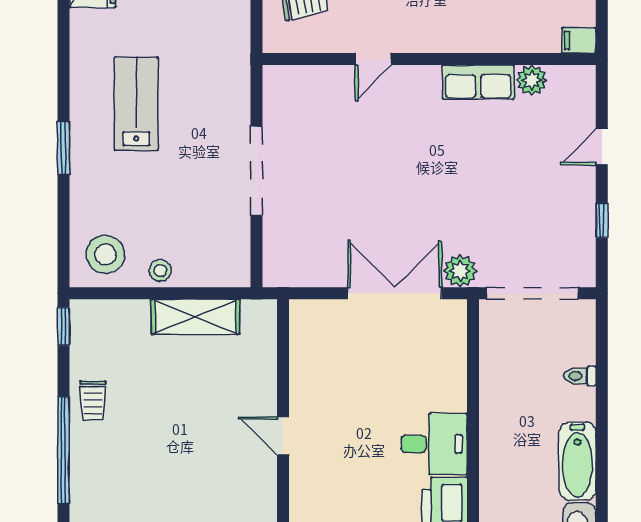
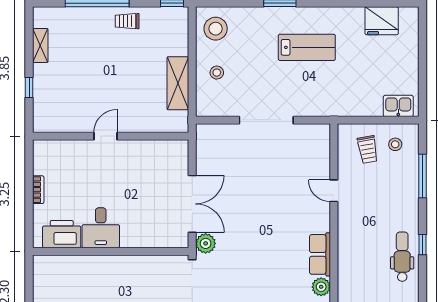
stool: (160, 270) -> (217, 73), moved

